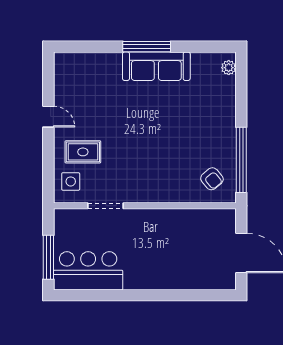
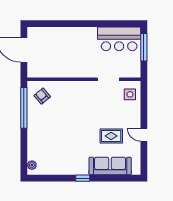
window: (147, 47) -> (83, 178), width x0.46
sofa: (156, 66) -> (110, 166), moved
rug: (83, 152) -> (111, 136), moved

